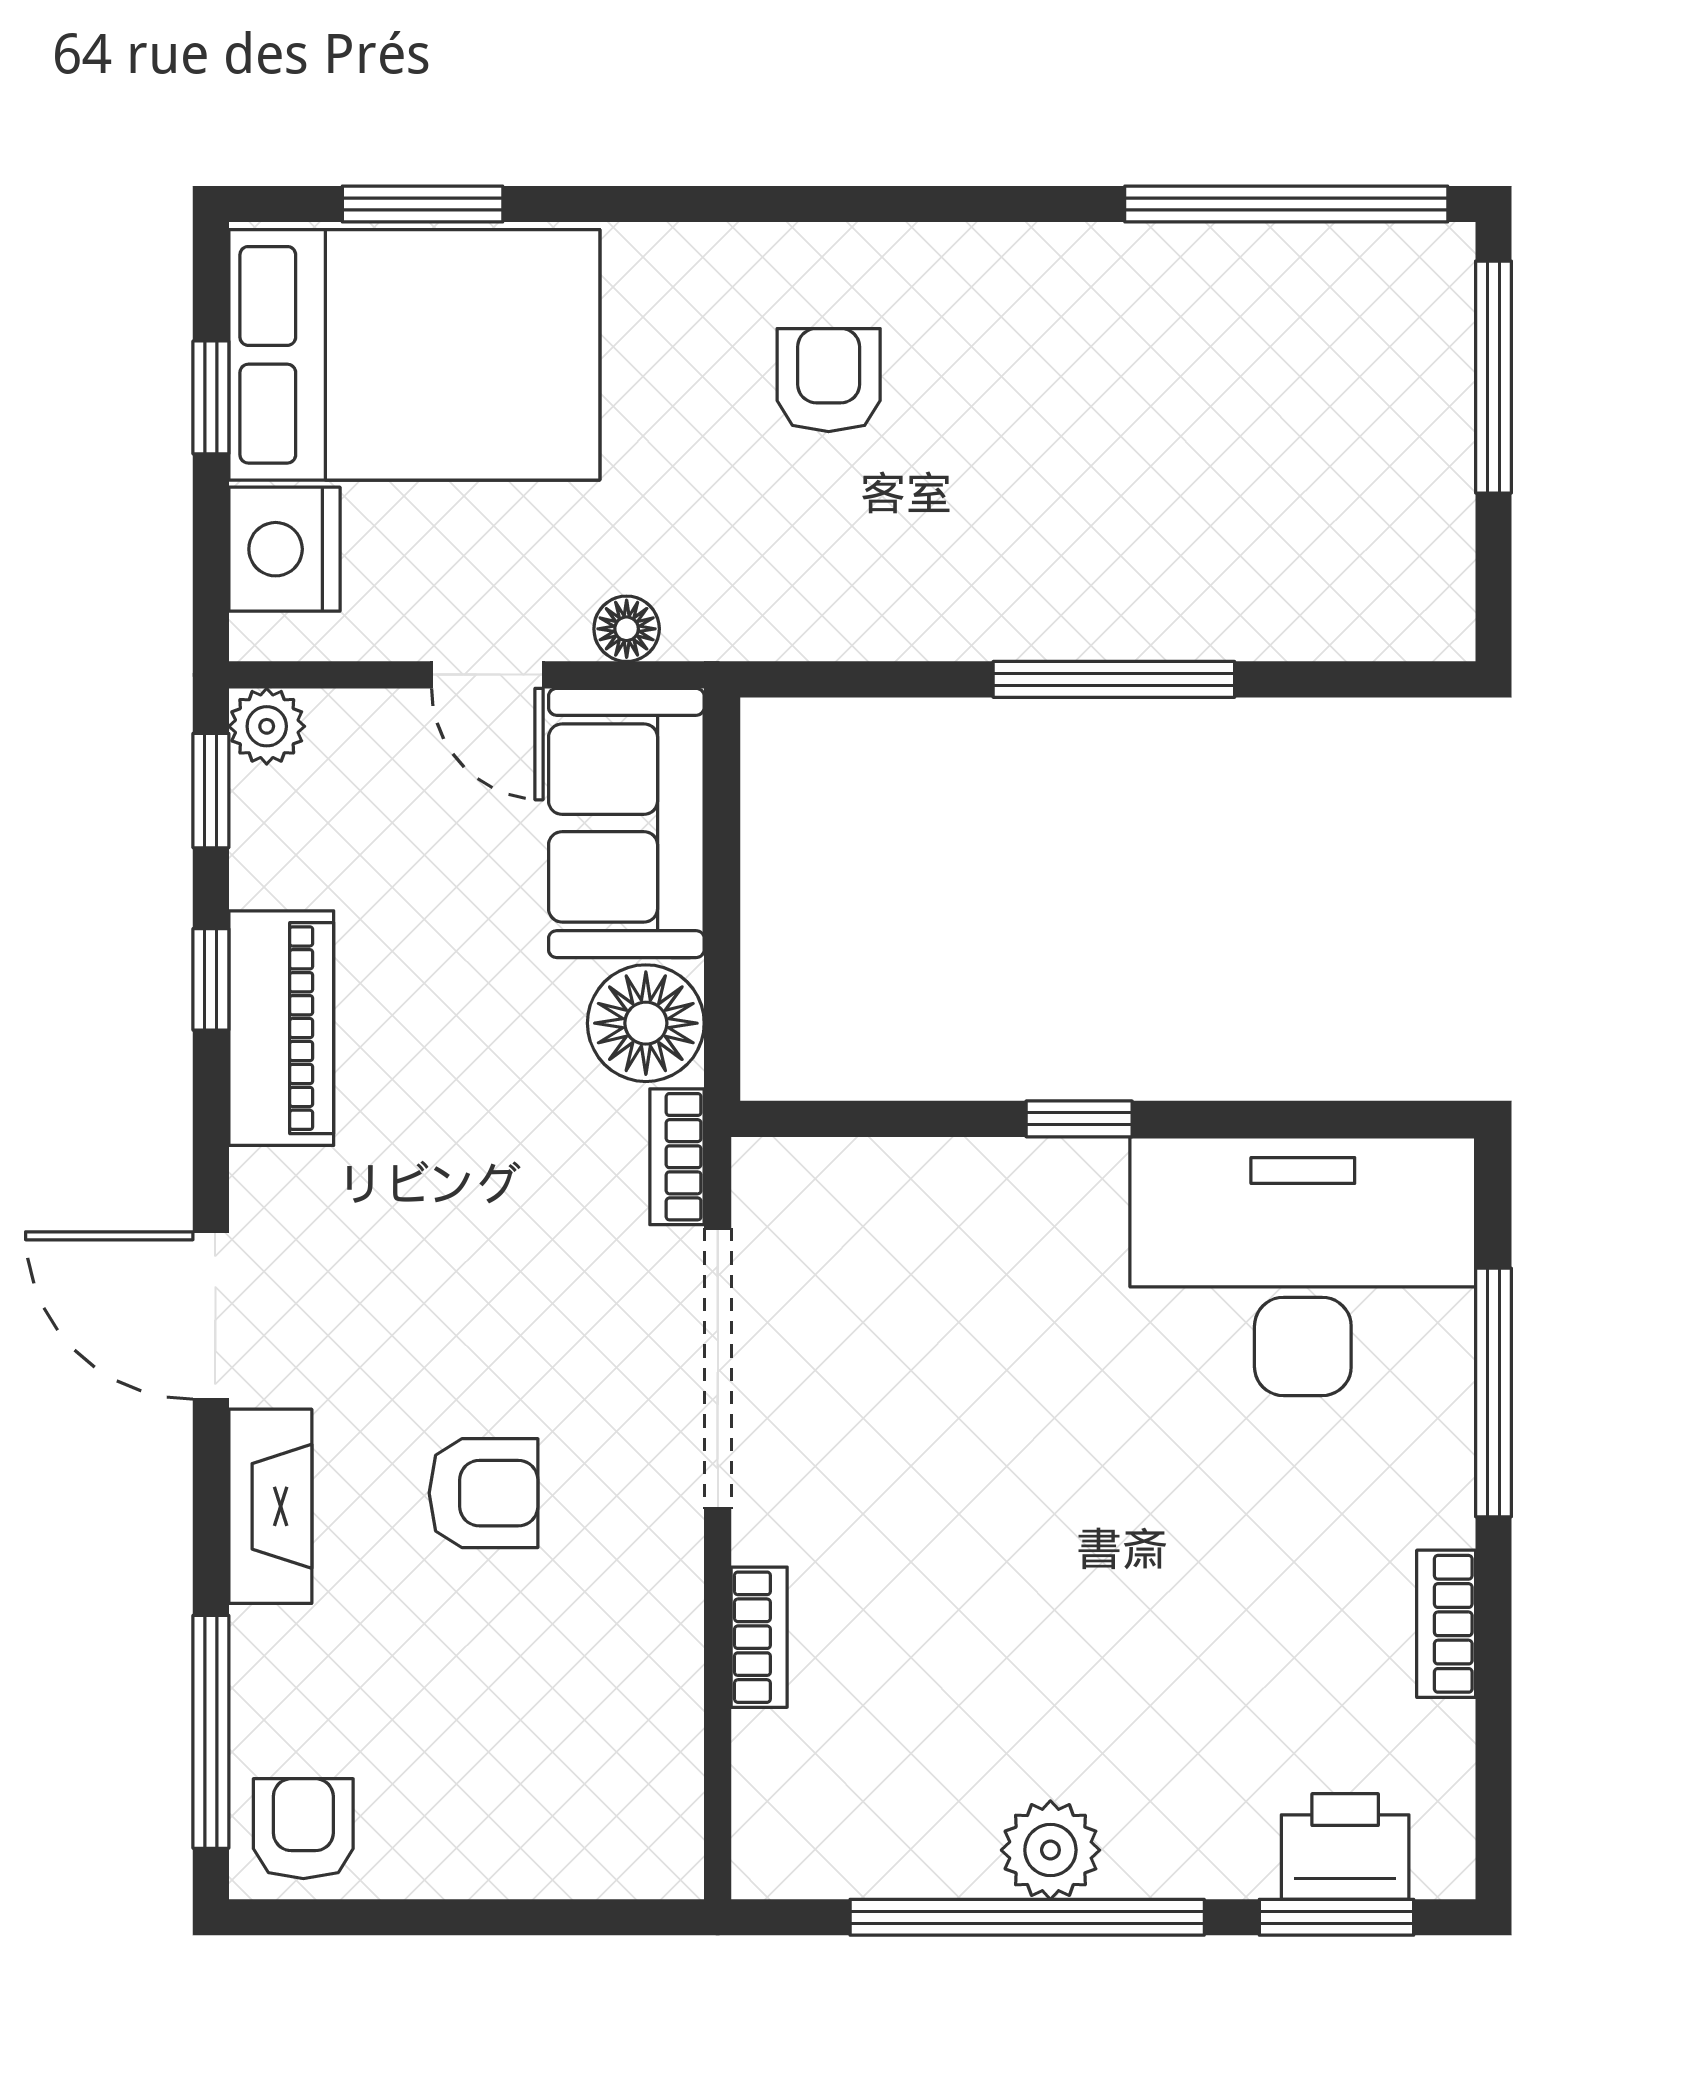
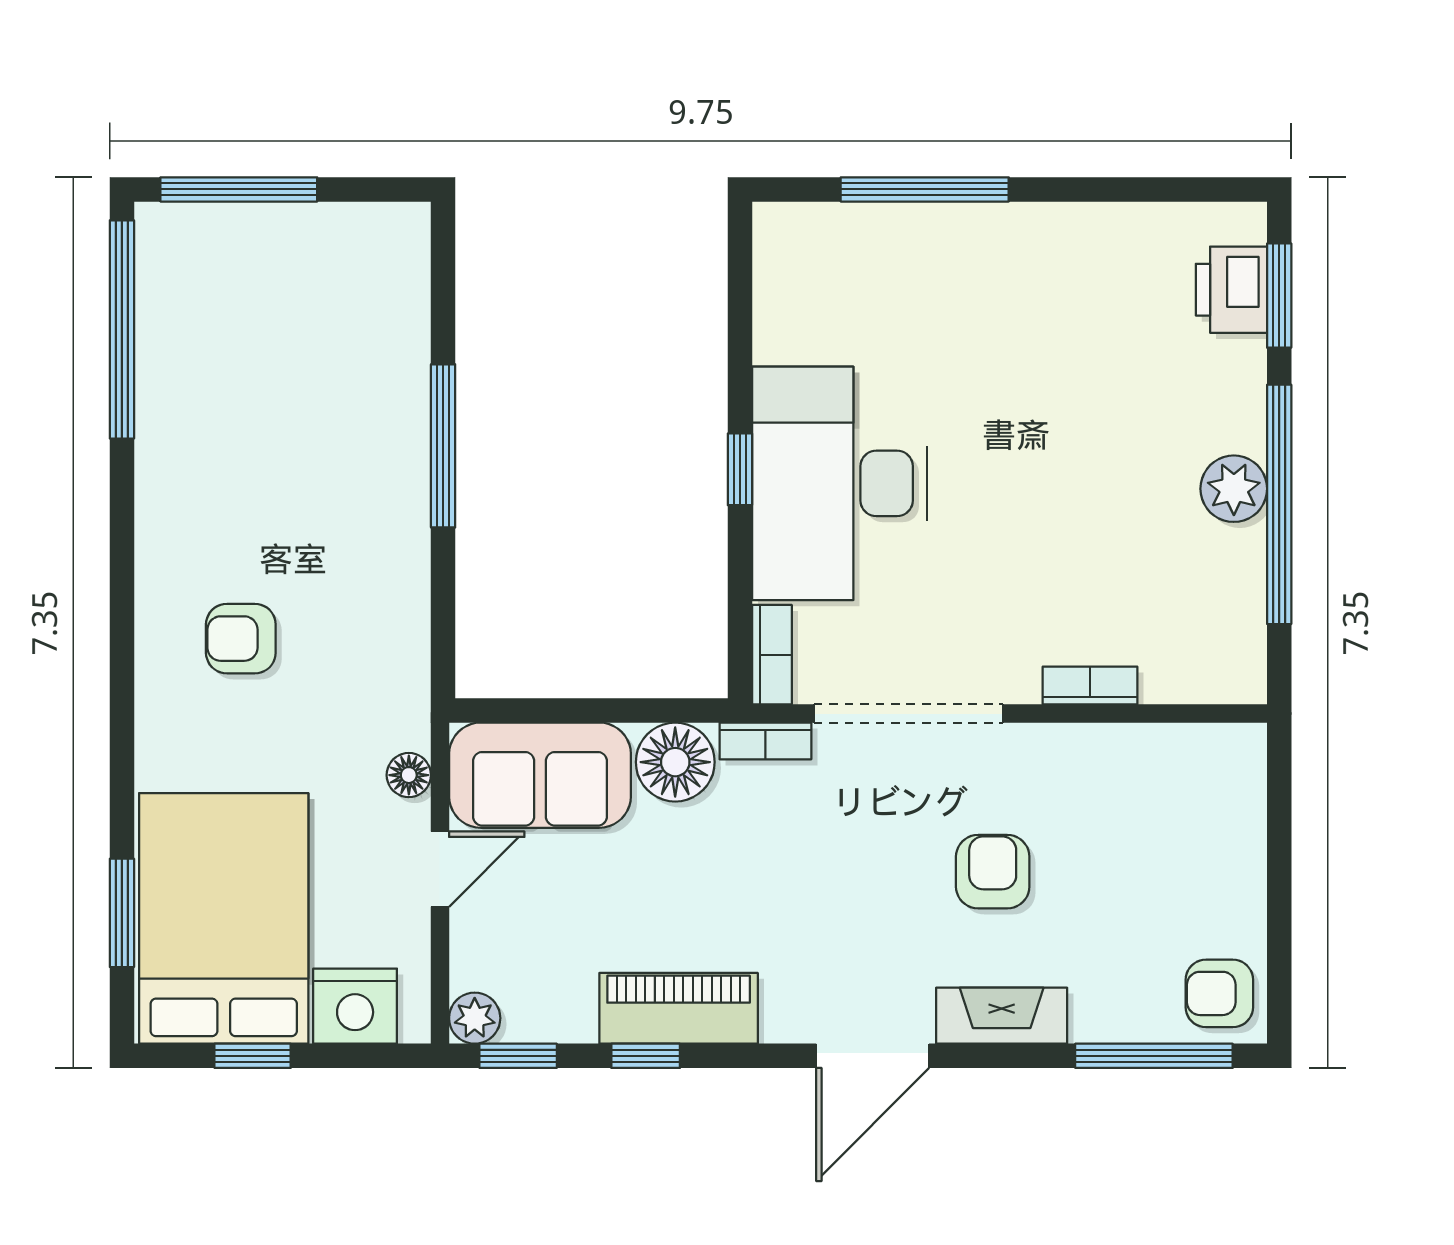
desk: (1303, 1266) -> (839, 483), moved
bookcase: (1446, 1624) -> (772, 655), moved, turned -90

